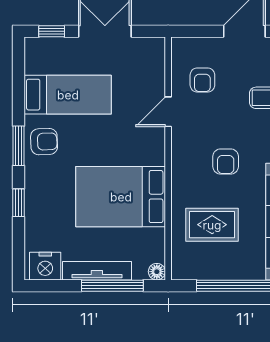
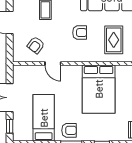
armchair: (202, 80) -> (36, 45), turned 127
armchair: (44, 142) -> (69, 130), turned 92

